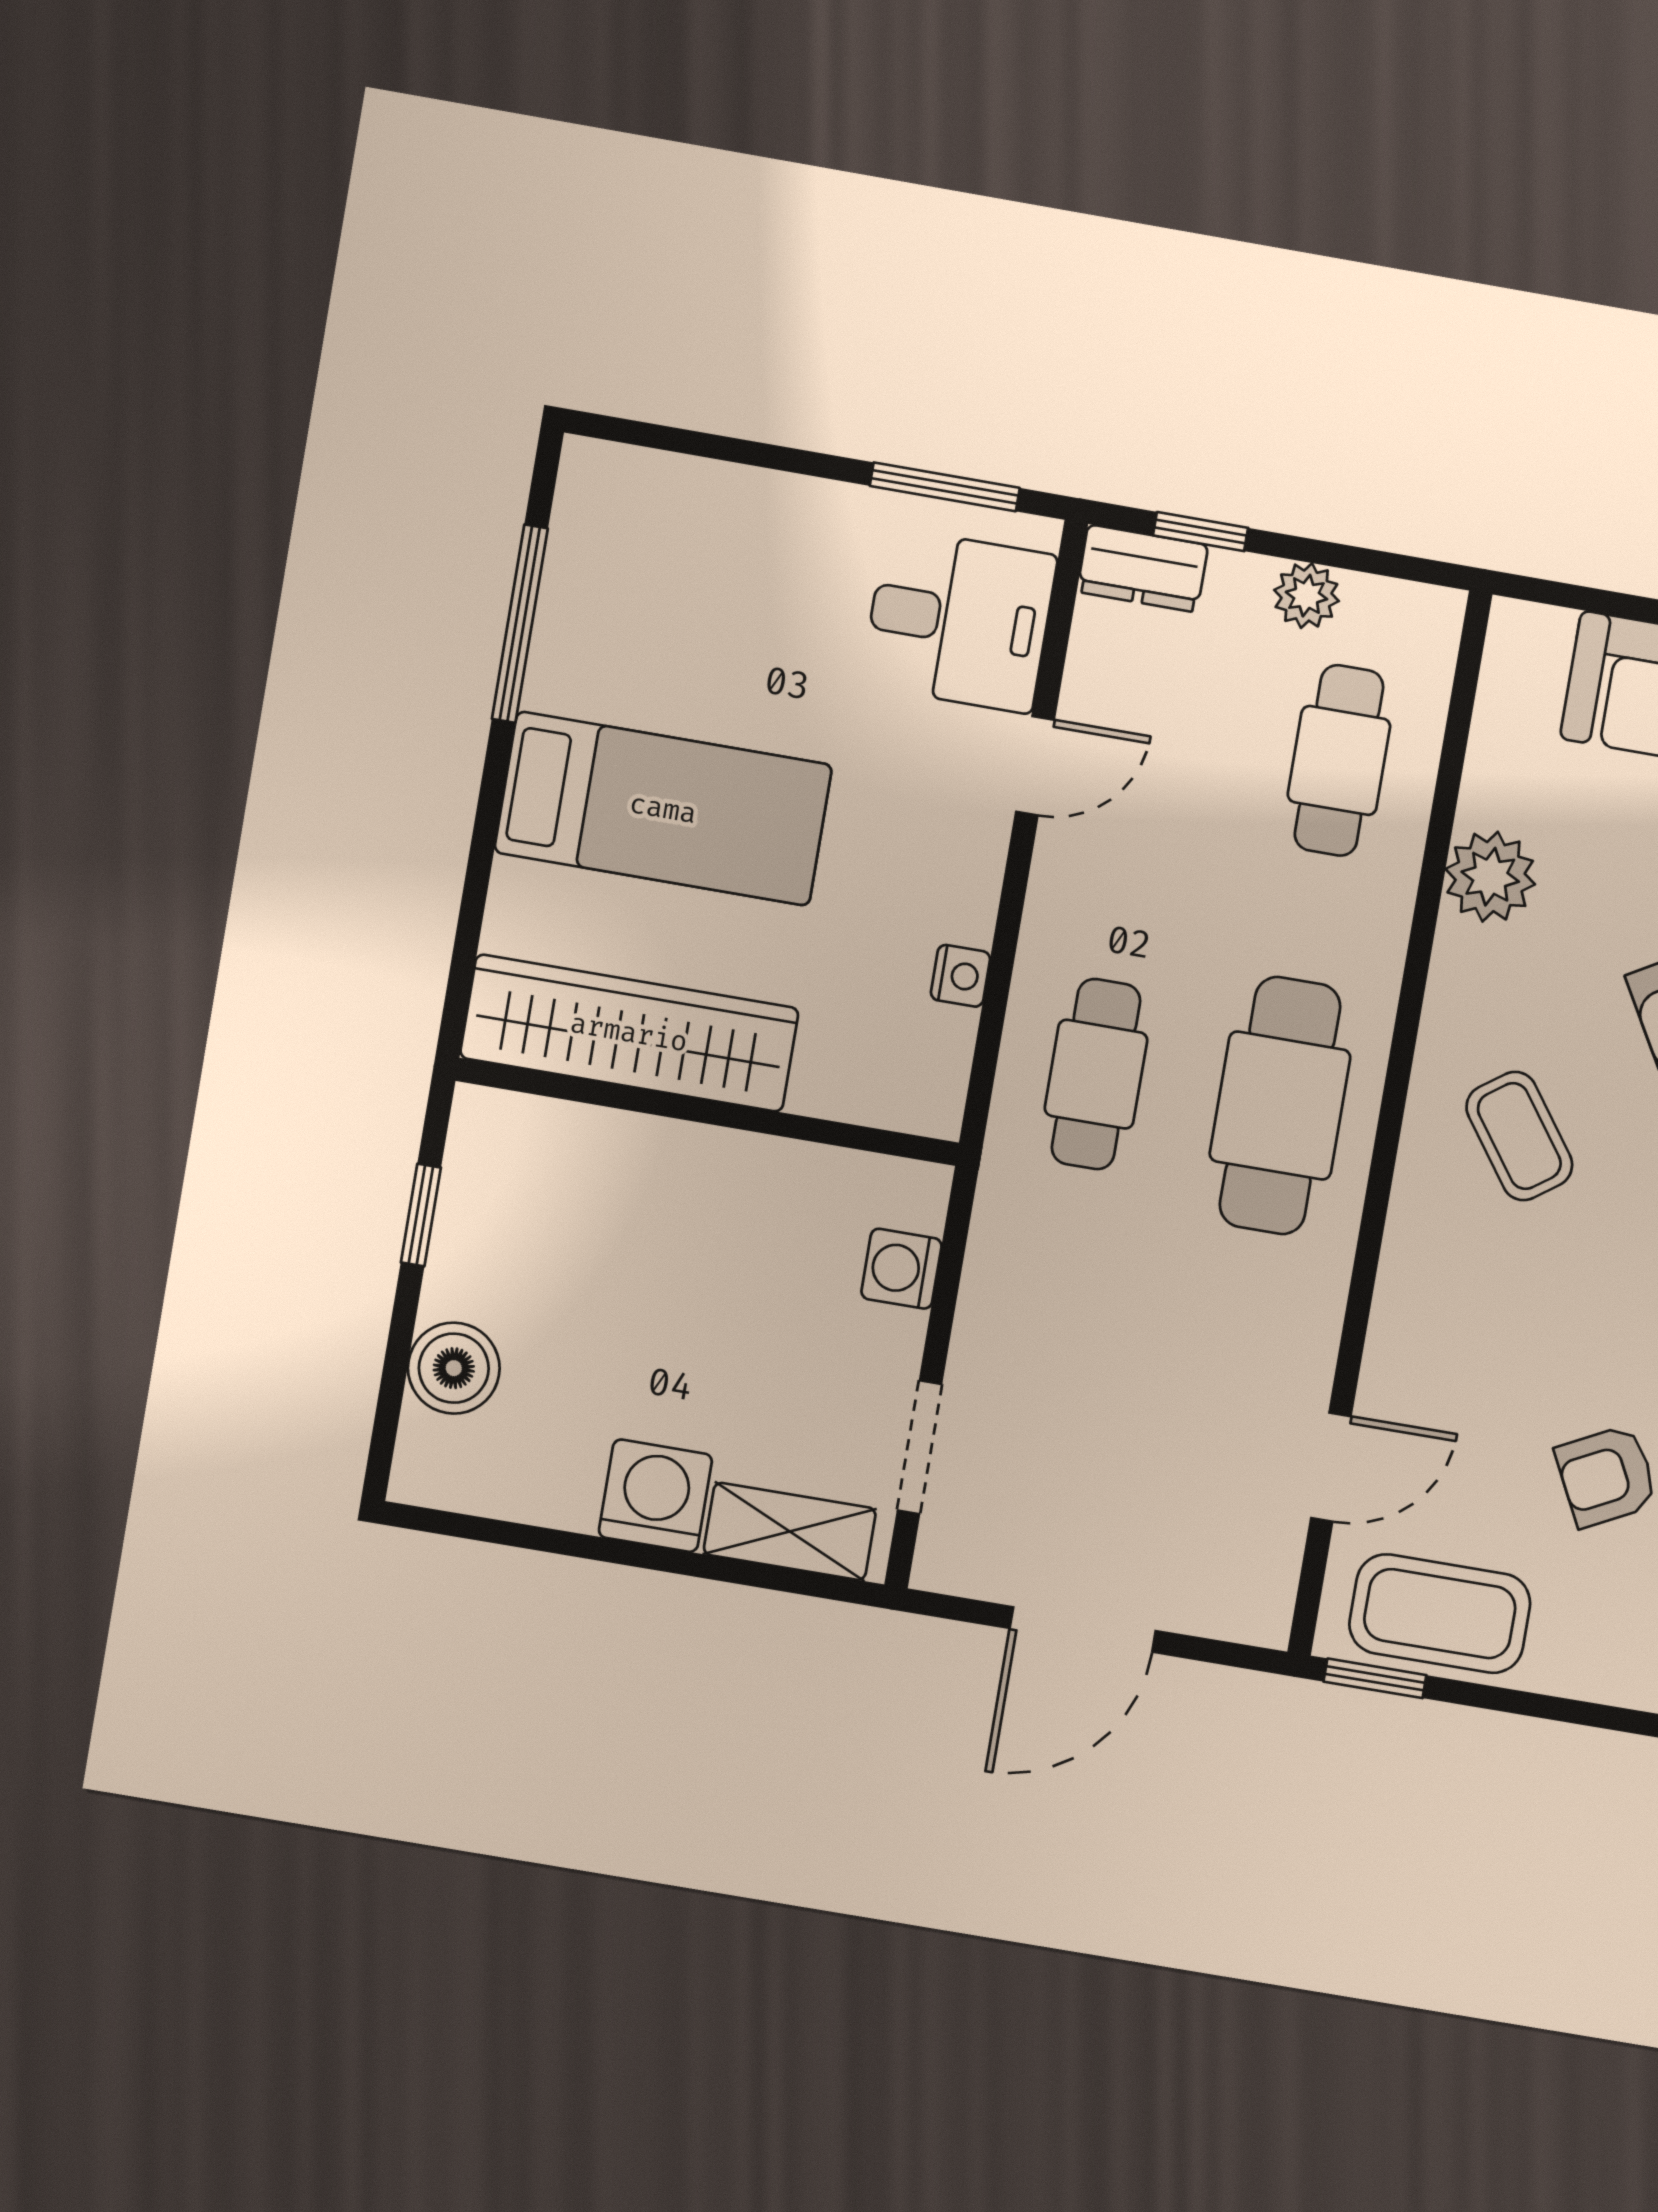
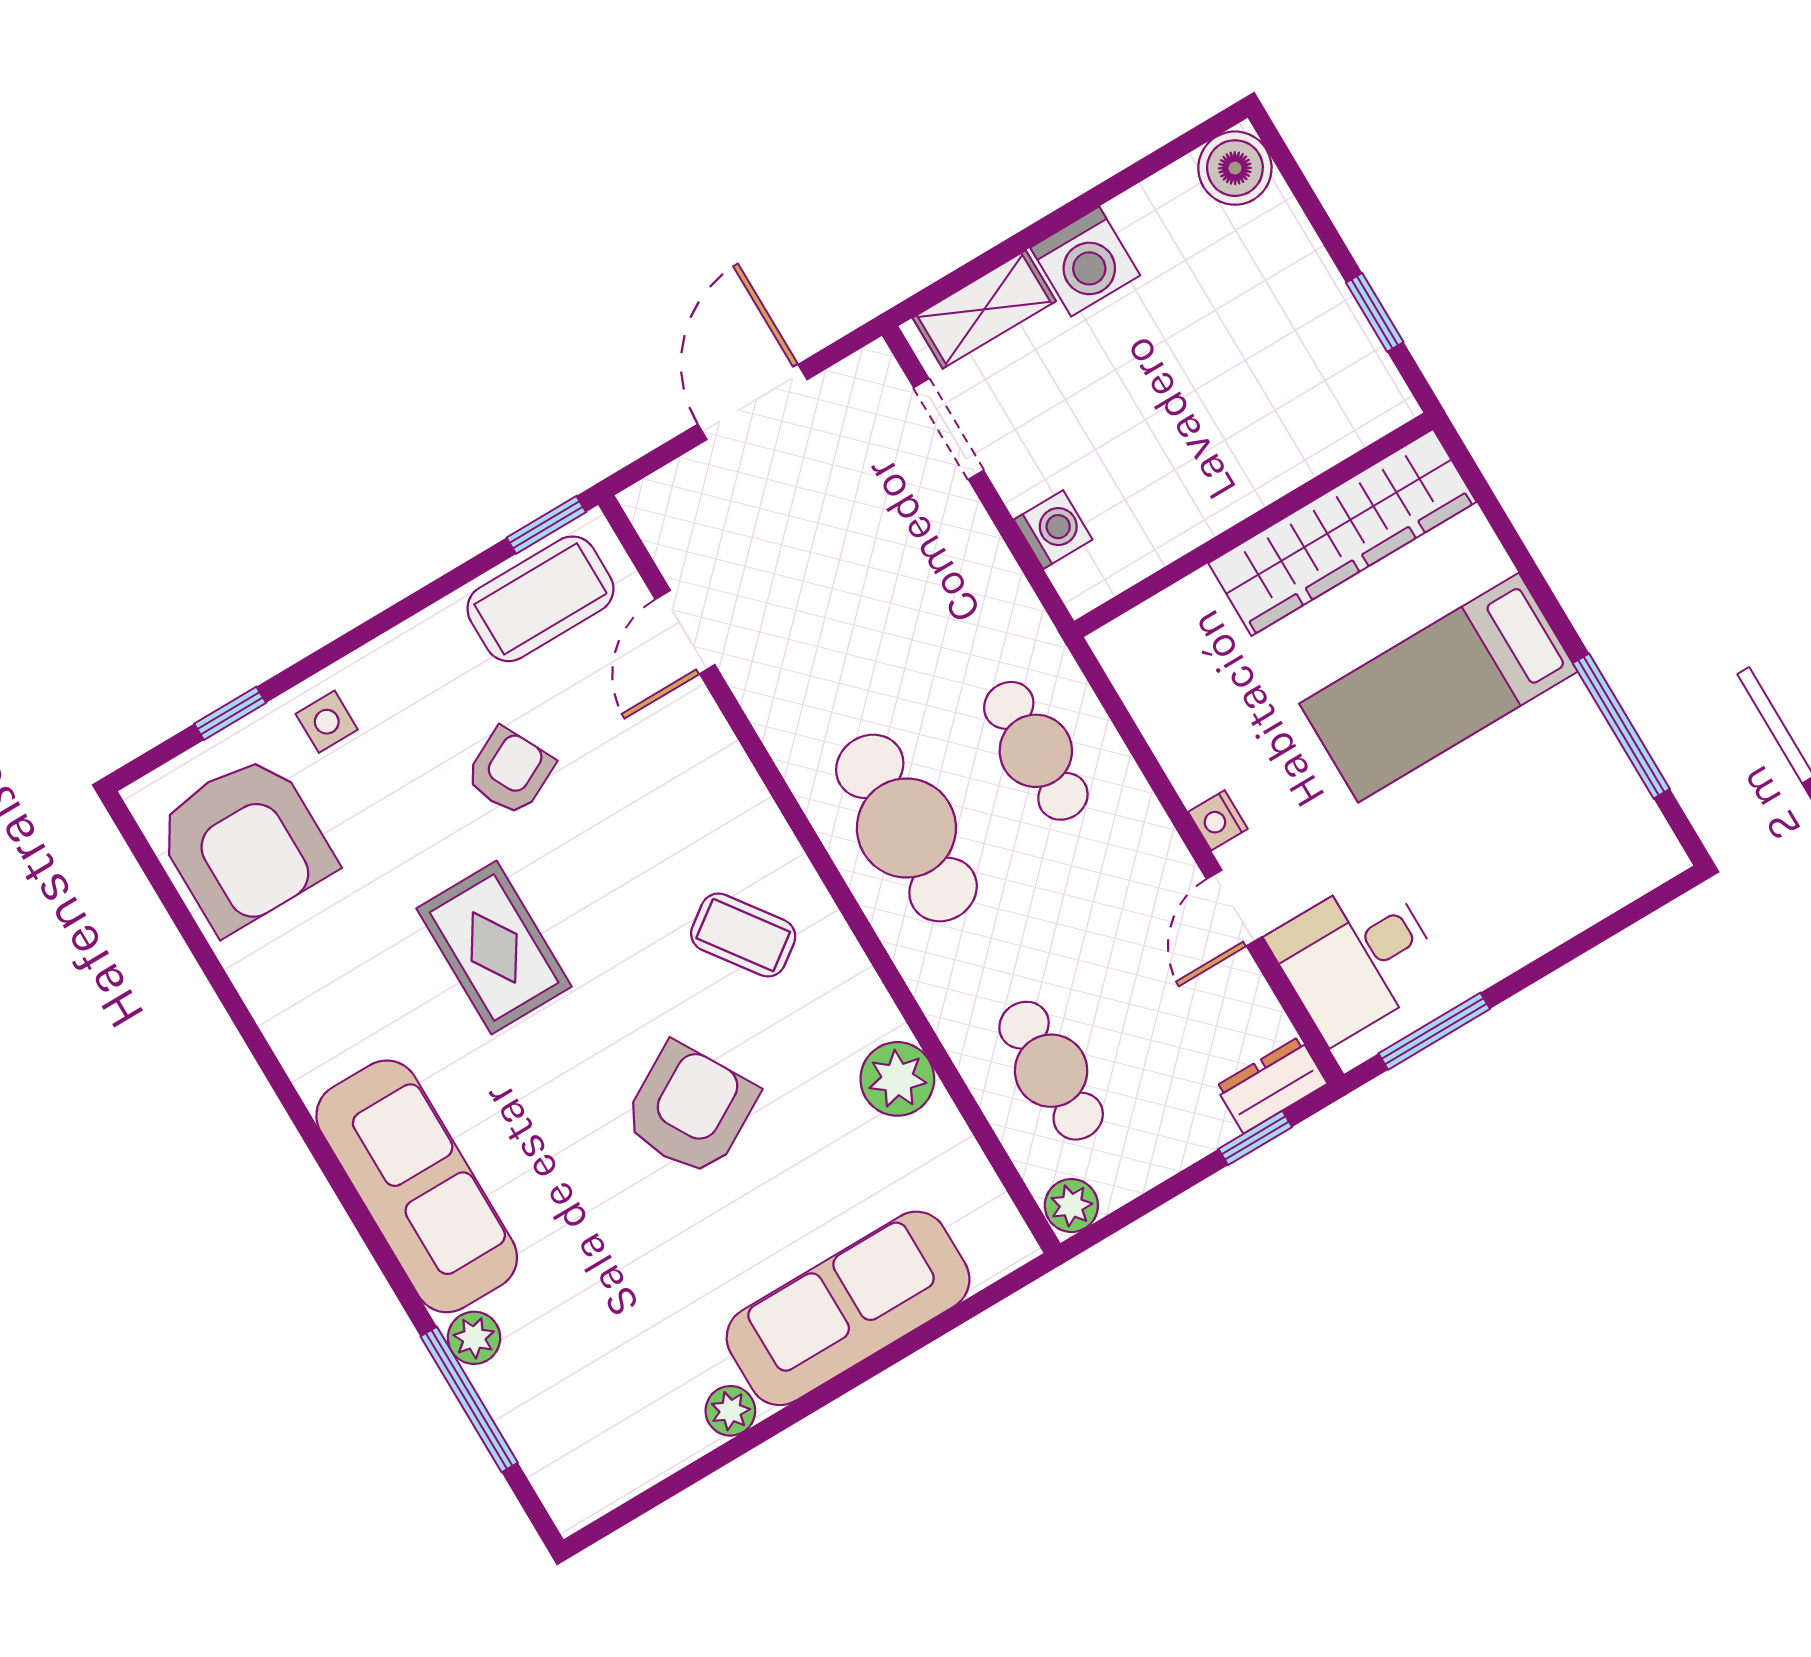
plant: (1306, 596) -> (1071, 1206), moved
nightstand: (960, 976) -> (1218, 820), moved
boiler: (454, 1368) -> (1235, 168), moved

